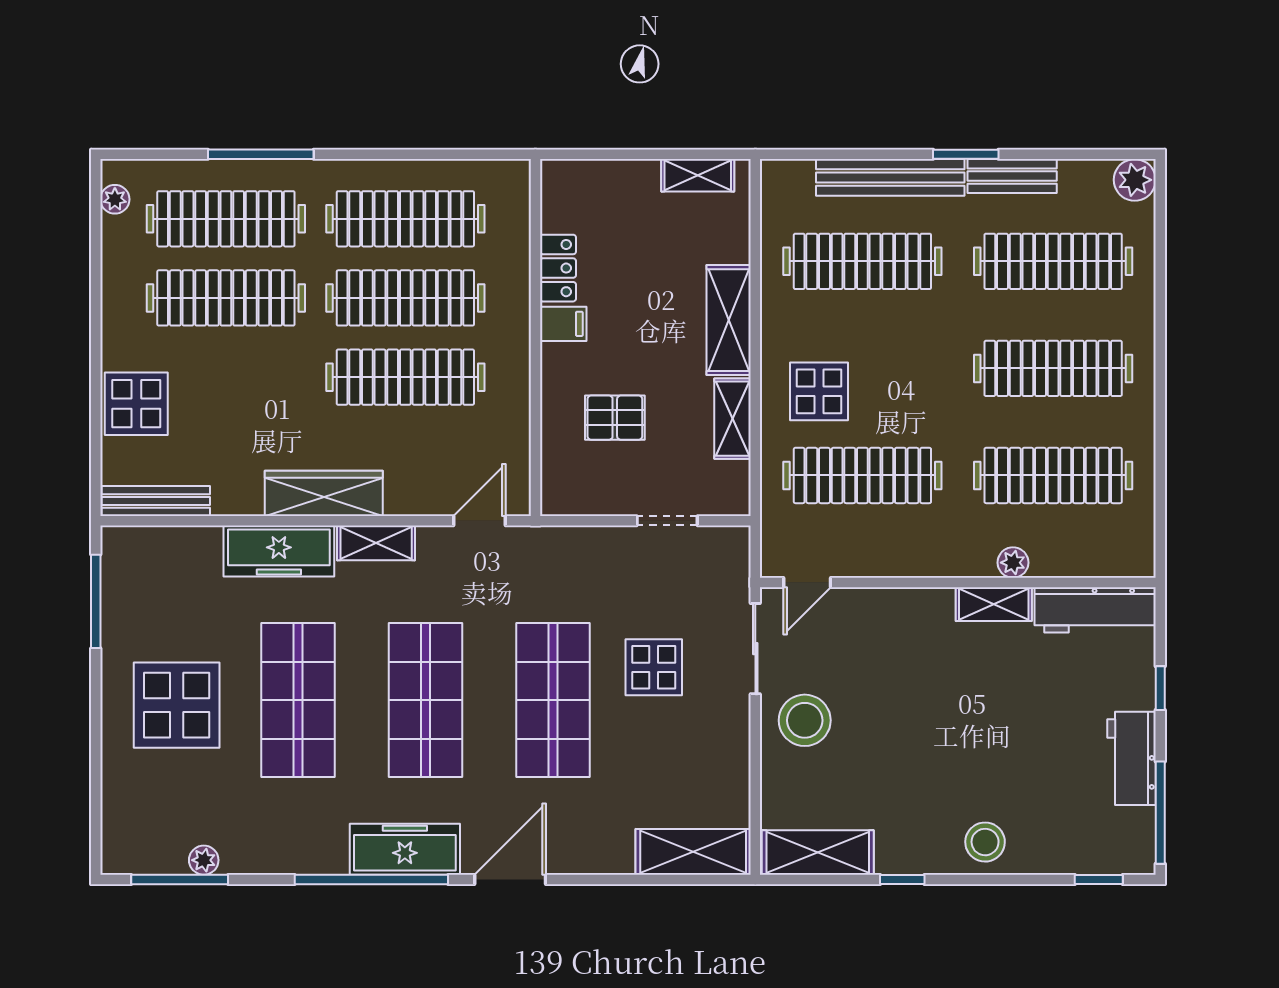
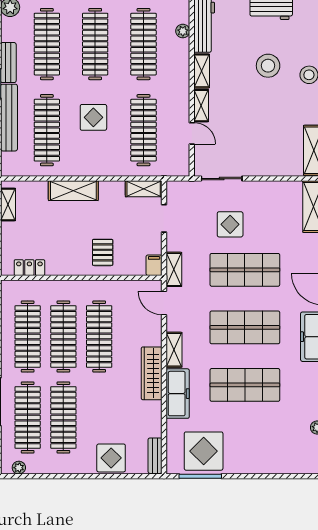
locker: (558, 268) -> (29, 268), moved
filing cabinet: (563, 324) -> (154, 265), moved
display table: (819, 391) -> (93, 117), moved
pallet: (615, 418) -> (103, 252), moved
shelving: (733, 419) -> (144, 189), moved
bench: (156, 501) -> (155, 456), width x0.73
shelving: (554, 543) -> (174, 269), added
plant: (1013, 563) -> (183, 31), moved
door: (807, 582) -> (192, 133), moved
shelving: (917, 603) -> (201, 106), added
display table: (177, 705) -> (204, 451), moved
stool: (805, 720) -> (268, 66), moved

